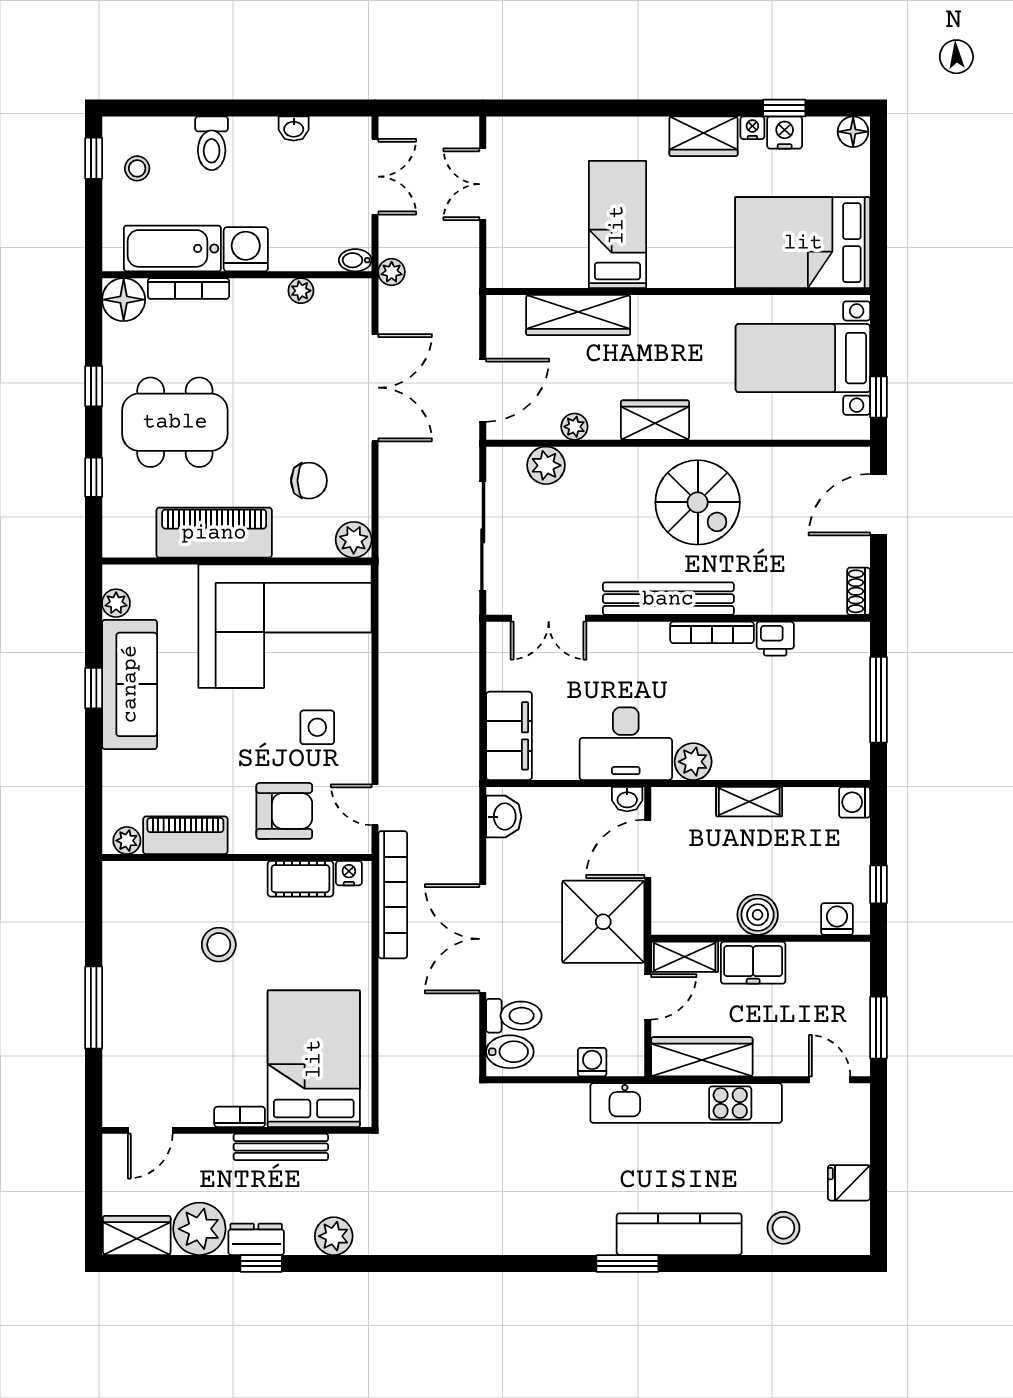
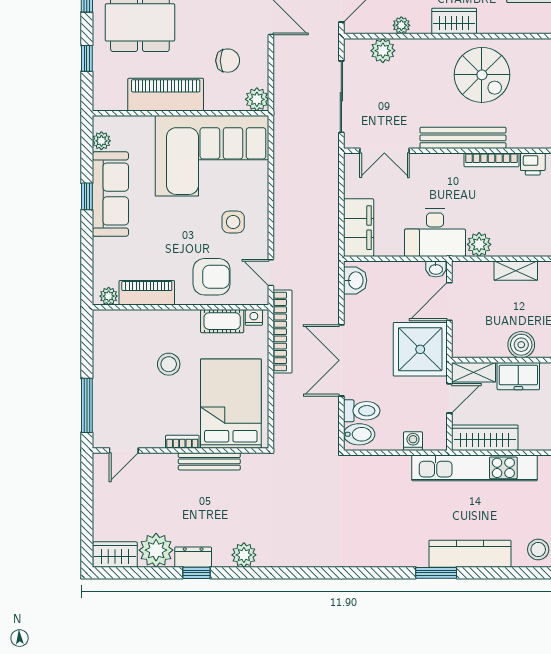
bed: (314, 1059) -> (231, 404), moved
bookcase: (240, 1117) -> (182, 442), moved
door: (150, 1130) -> (124, 451), moved
wall: (237, 1130) -> (180, 451), moved
bench: (281, 1147) -> (209, 461), moved

